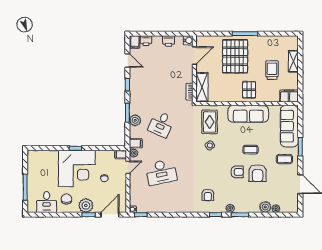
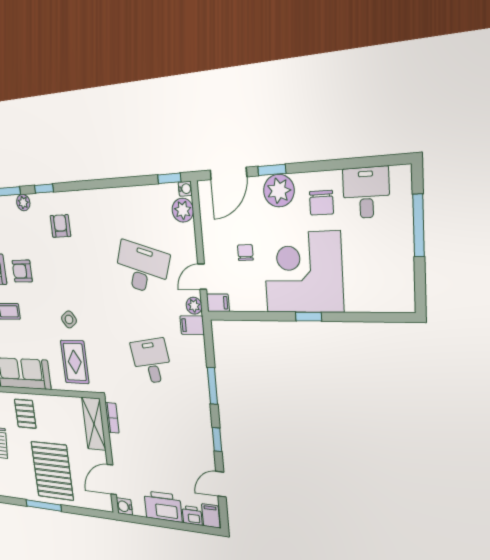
printer: (168, 41) -> (163, 506), width x1.87, depth x1.48
door: (127, 60) -> (221, 484), hinge flipped
plant: (135, 120) -> (183, 210), moved
desk: (161, 124) -> (151, 361), turned -33
desk: (161, 172) -> (142, 268), turned 30

